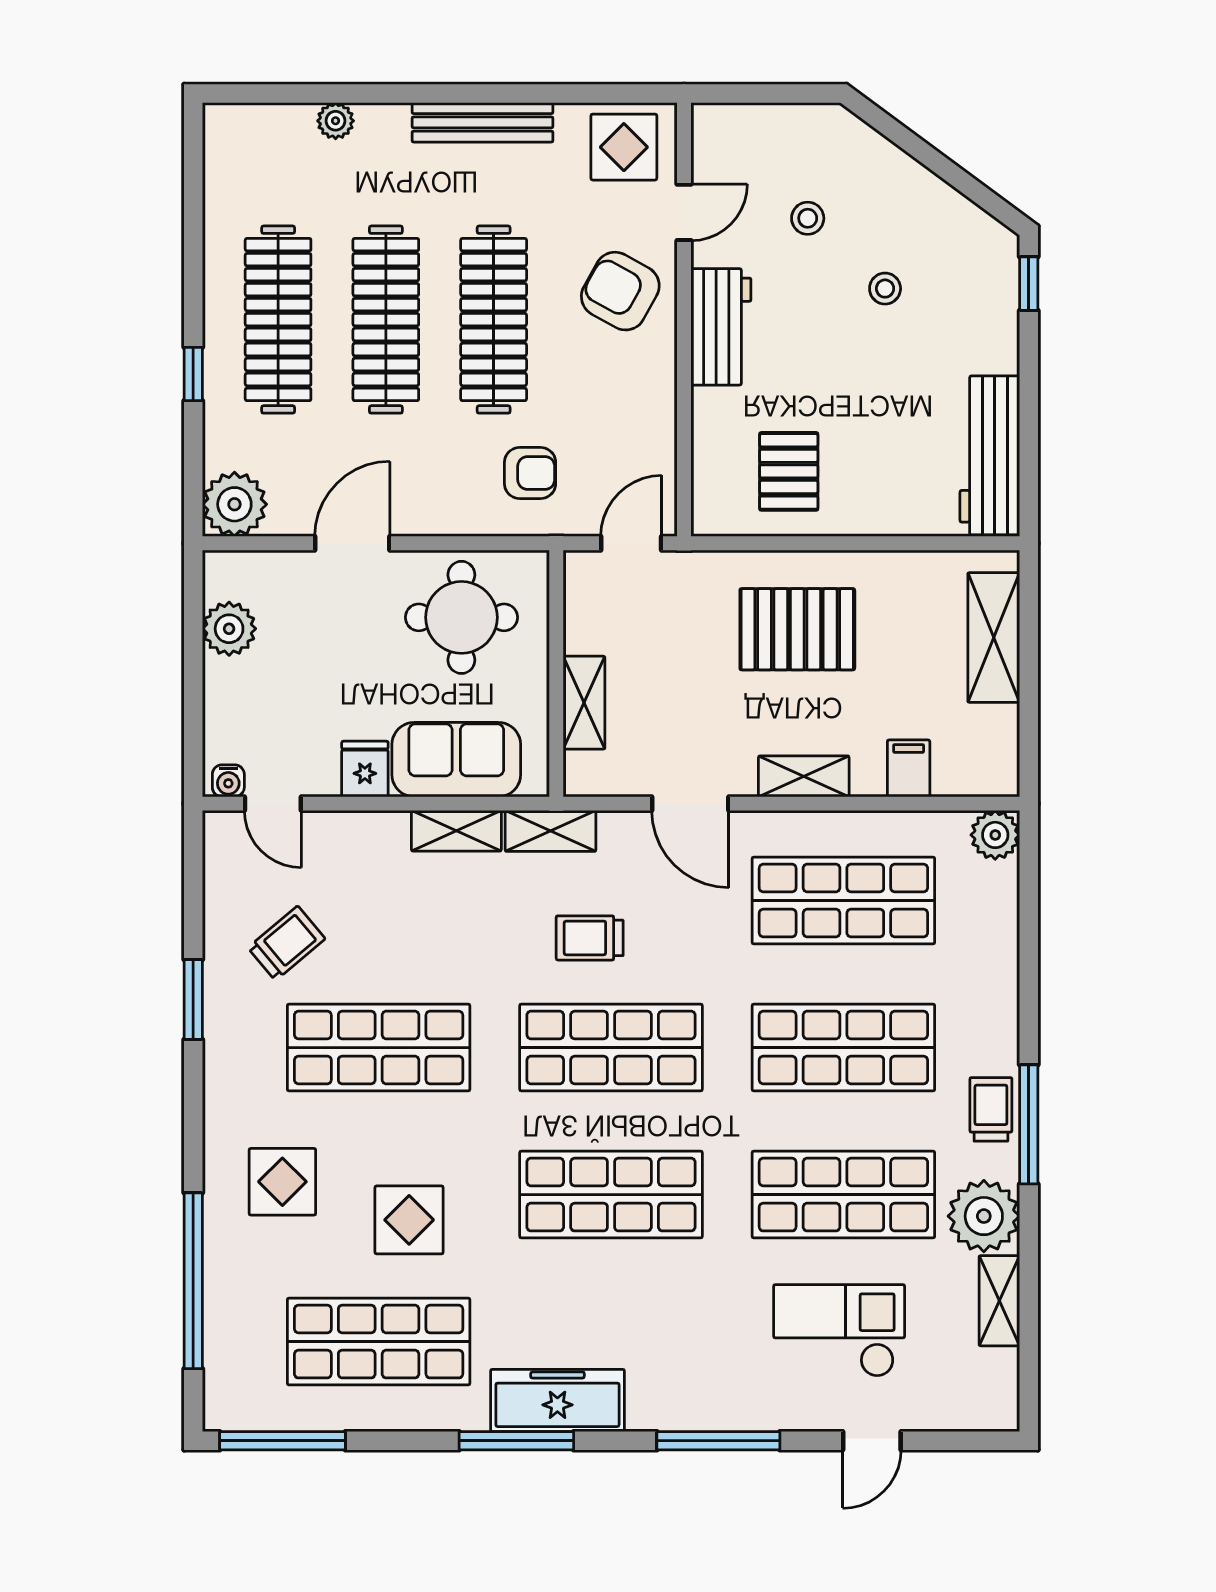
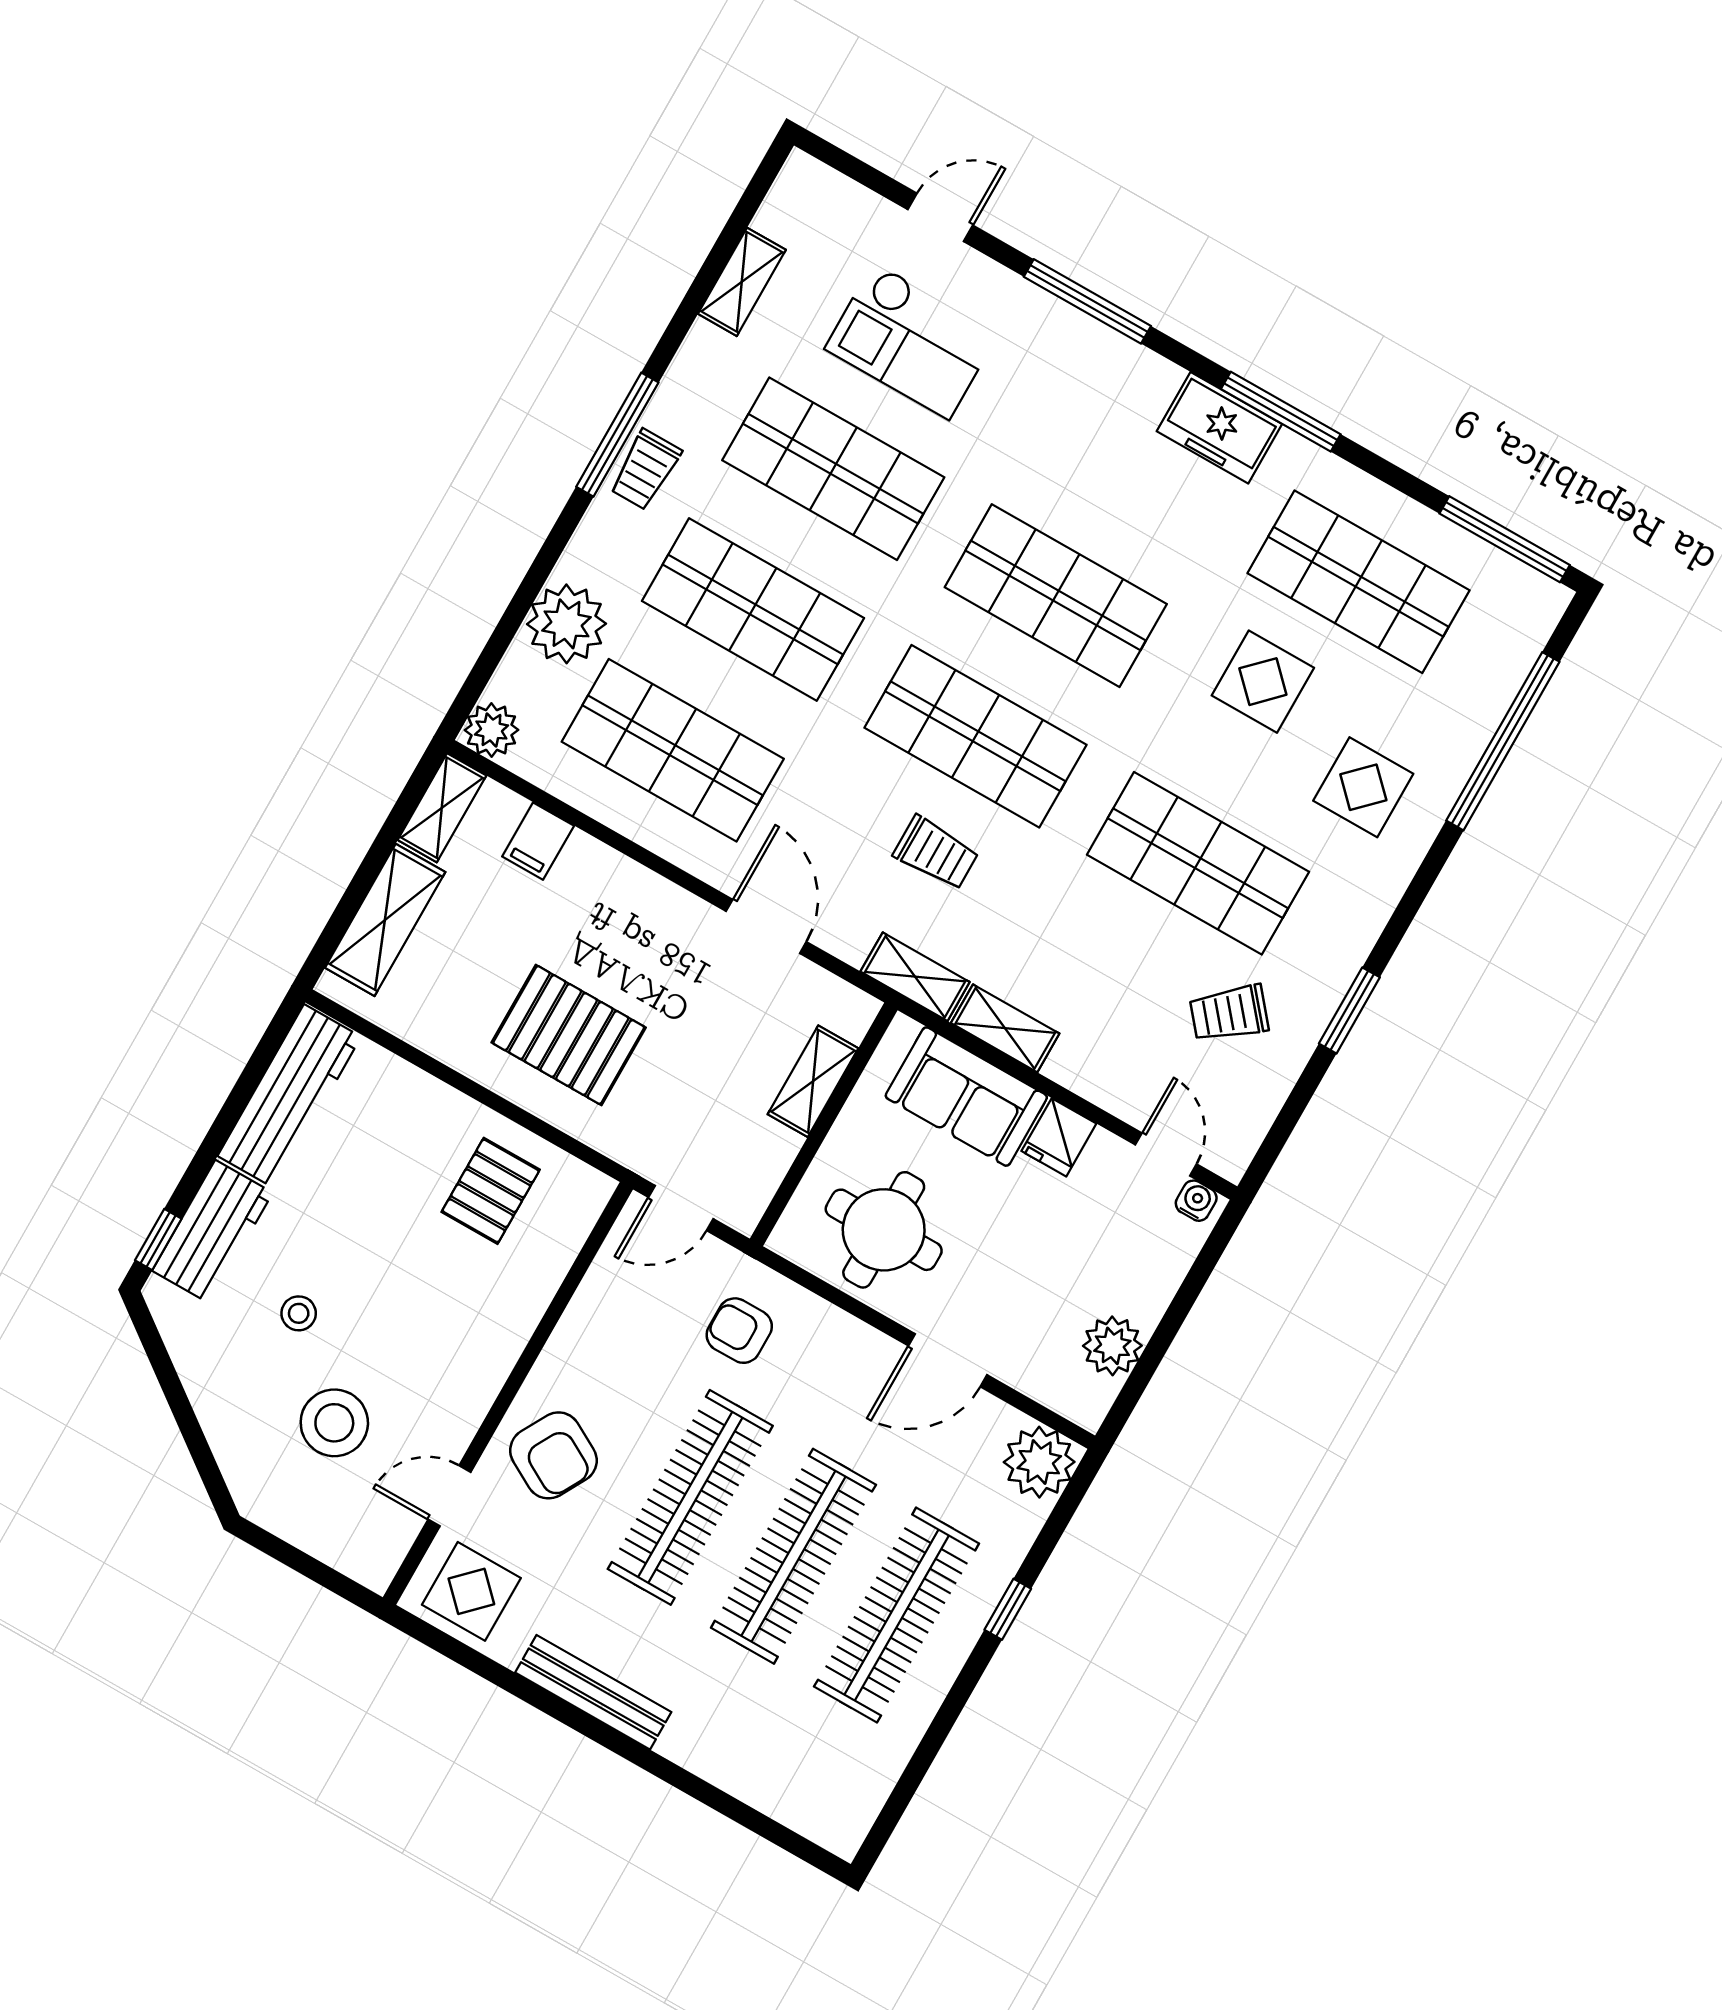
plant: (336, 121) -> (733, 1774), removed
stool: (808, 218) -> (334, 1423), width x1.89, depth x1.89
workbench: (721, 327) -> (212, 1232), moved, turned 180
shelving: (804, 776) -> (442, 808), moved, turned 90
plant: (984, 1216) -> (566, 624), moved
freezer: (557, 1400) -> (1219, 428), width x0.71

